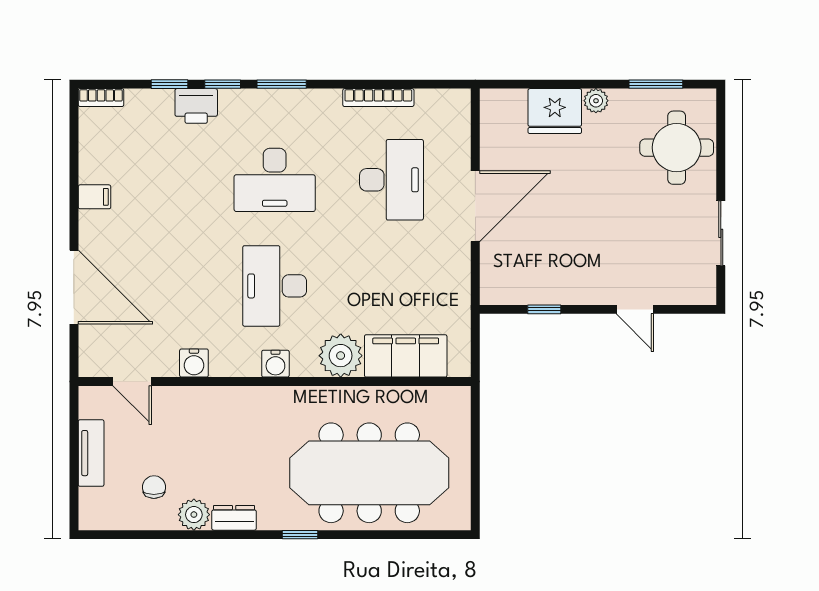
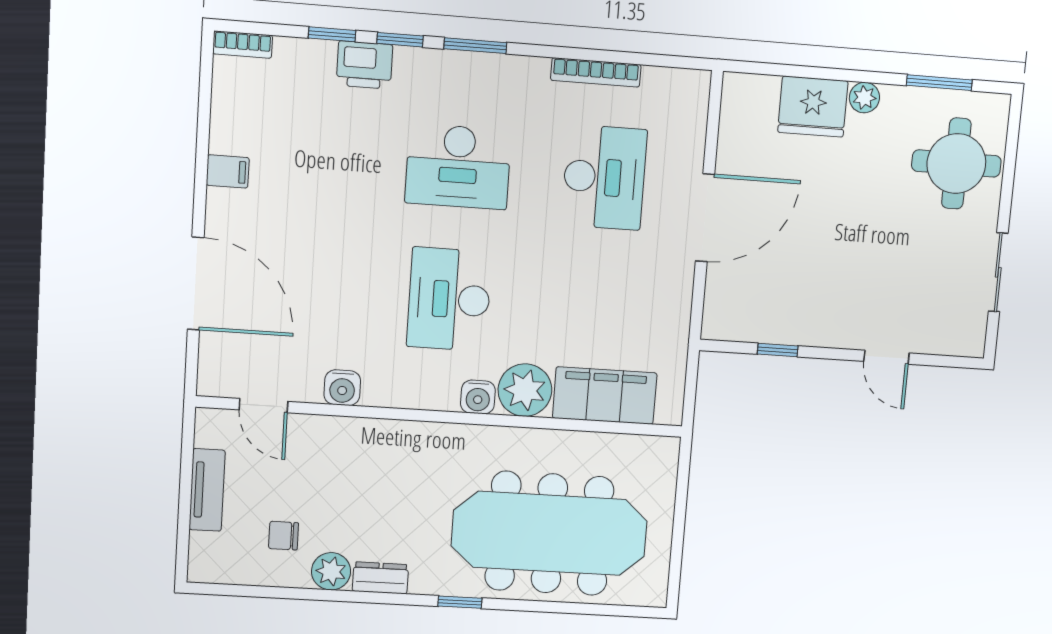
water cooler: (275, 364) -> (478, 397), moved
chair: (154, 487) -> (284, 536), turned -90

